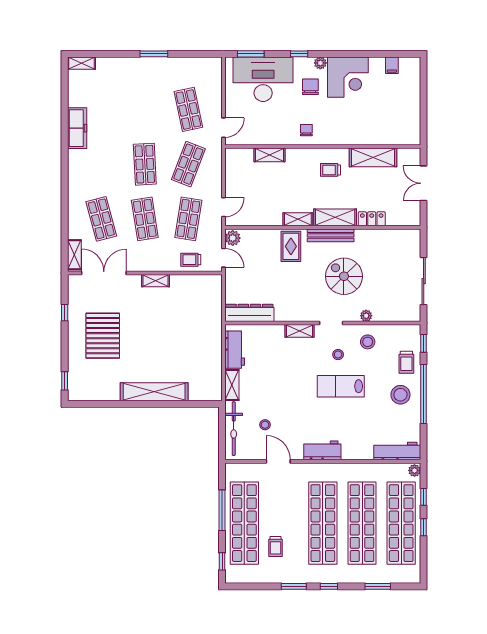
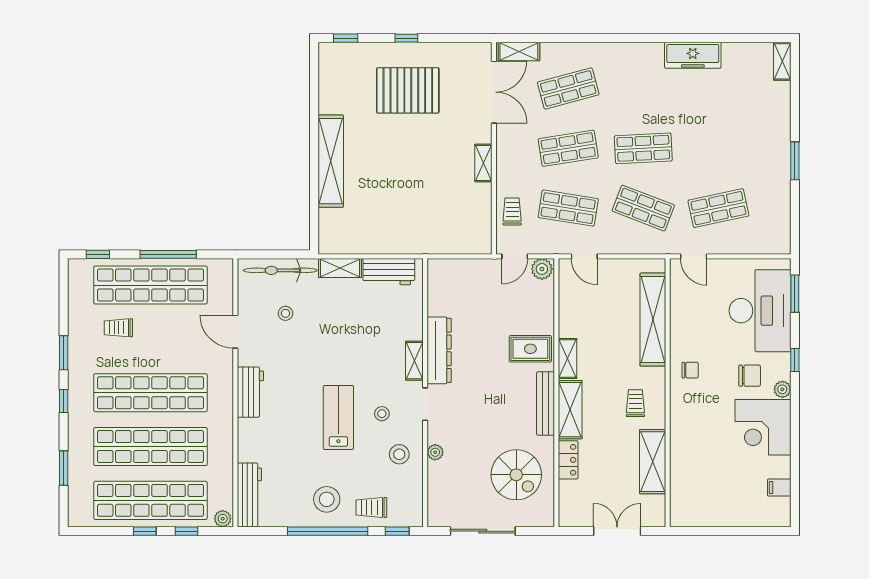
shelving: (270, 155) -> (653, 320), width x2.20, depth x1.33
spiral stairs: (344, 276) -> (516, 475), moved, turned 90
window: (65, 313) -> (406, 38), moved
dresser: (249, 313) -> (439, 350), moved
door: (278, 461) -> (235, 332), swing flipped

